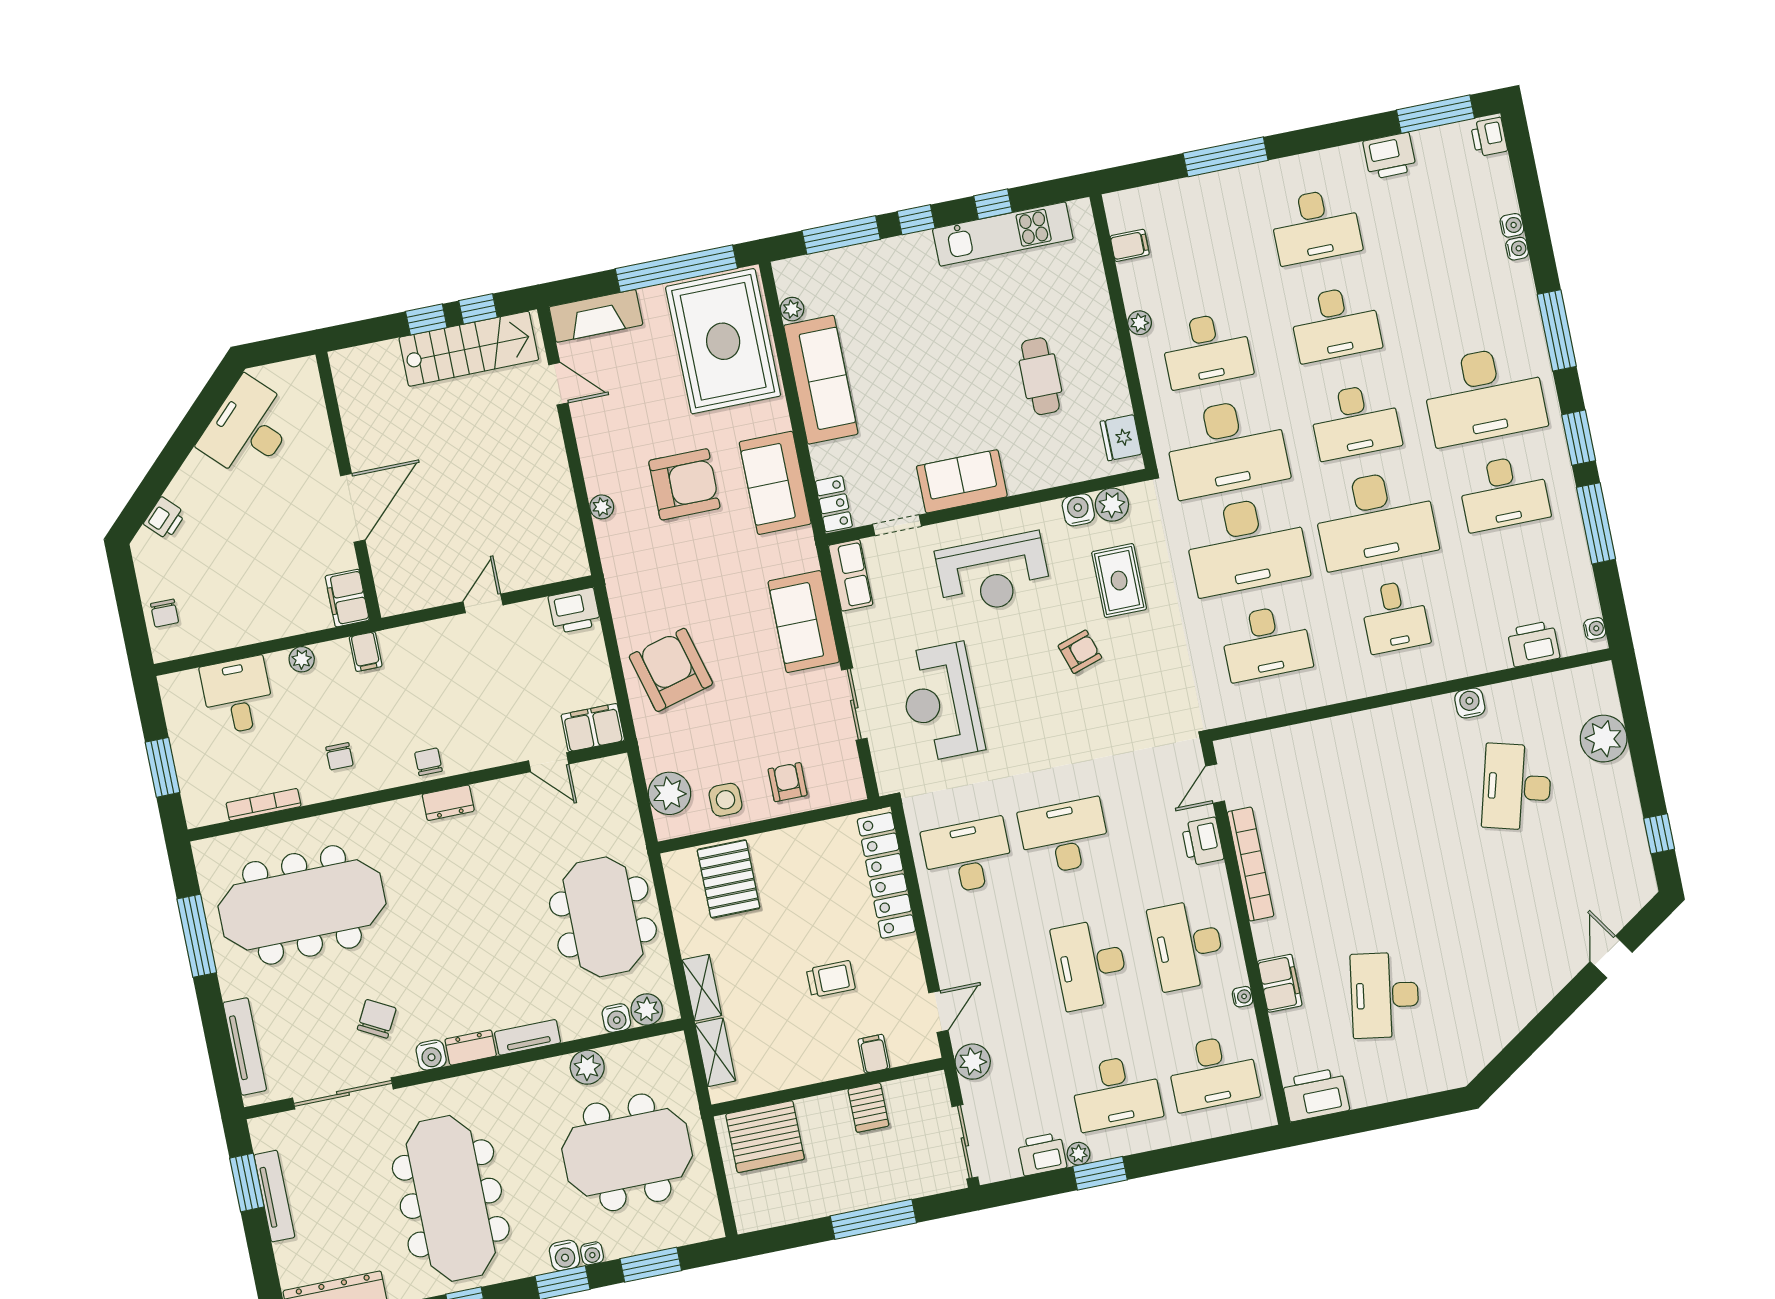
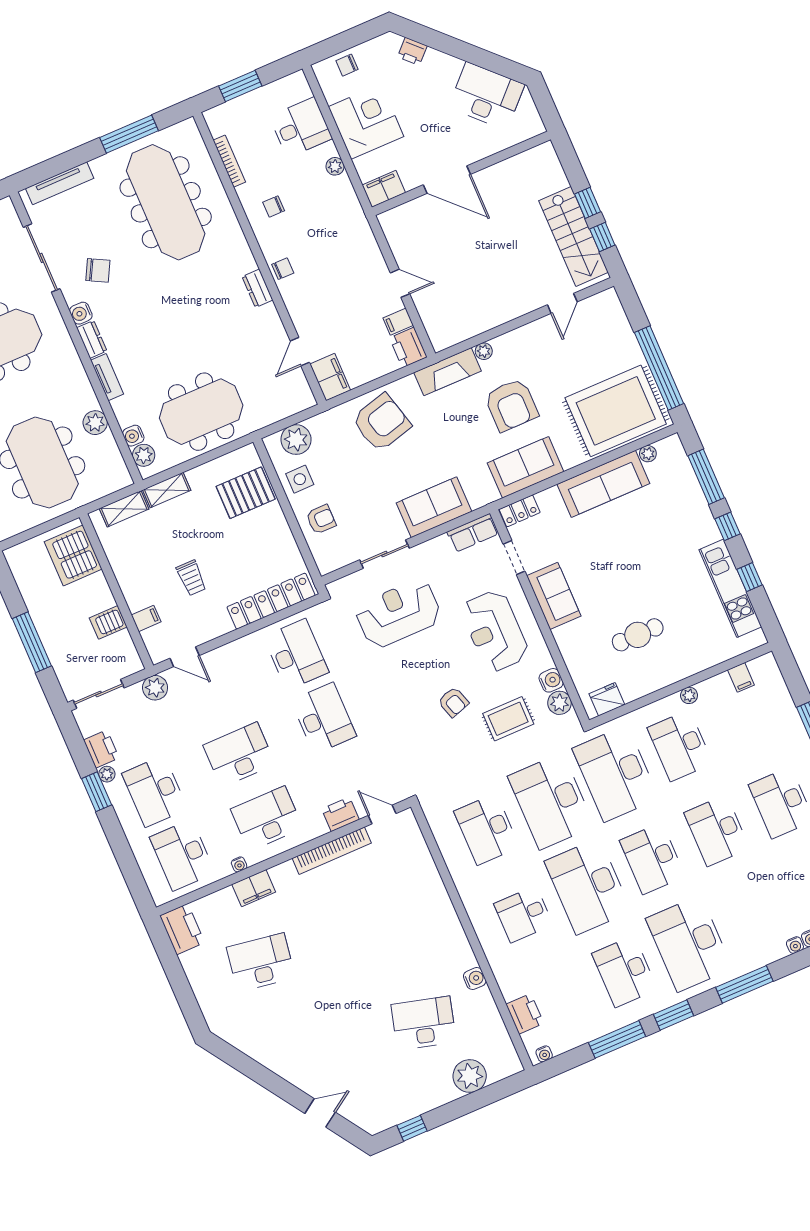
fireplace: (596, 316) -> (448, 372), moved, turned -90
corner desk: (249, 603) -> (366, 122), added
filing cabinet: (366, 652) -> (398, 322), moved

